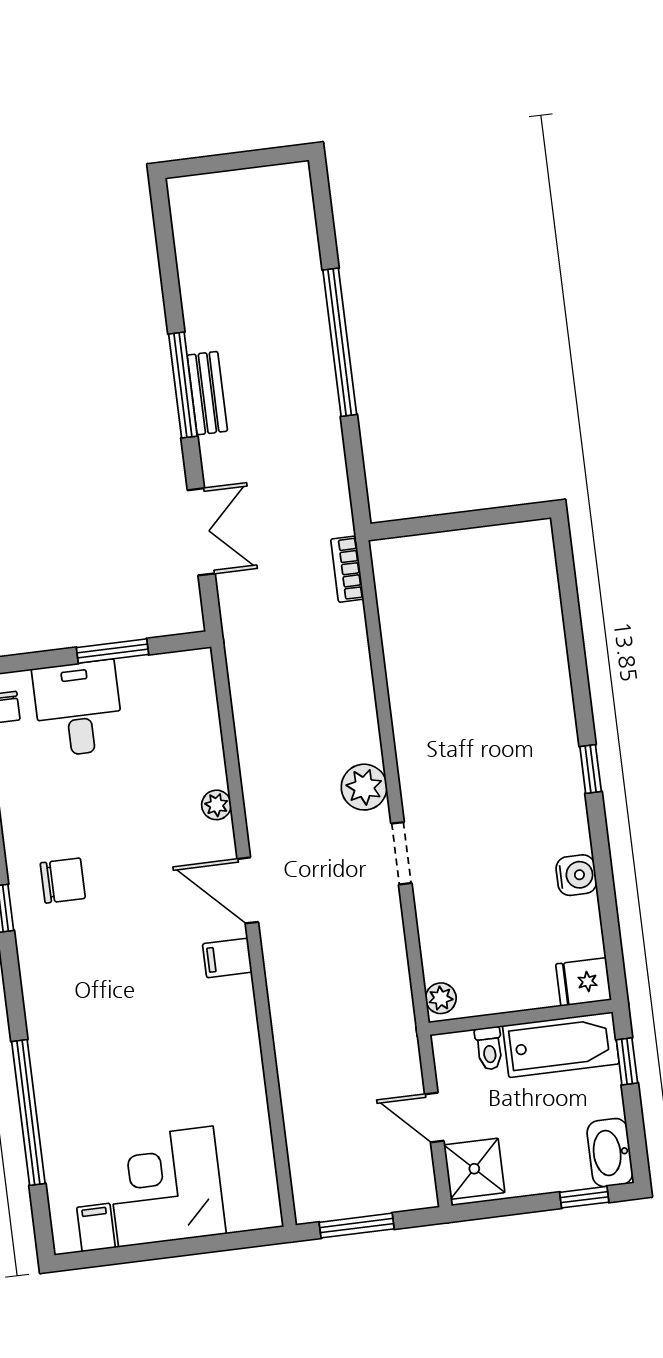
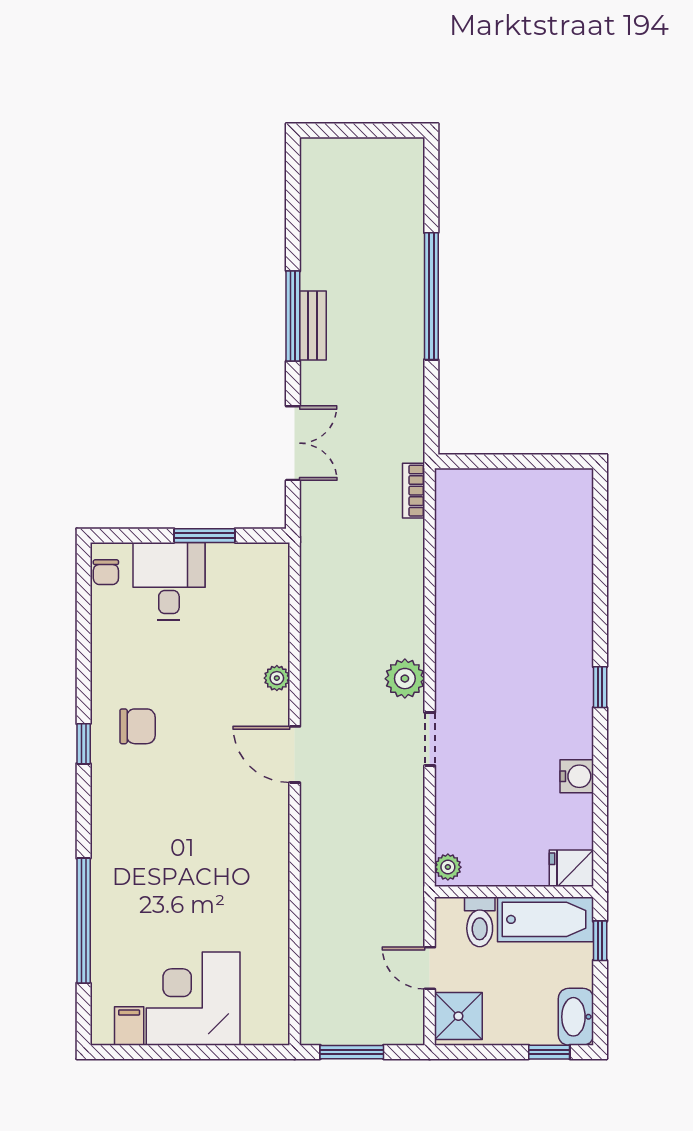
filing cabinet: (227, 958) -> (270, 810), removed
toilet: (489, 1048) -> (480, 922), width x1.37, depth x1.39

